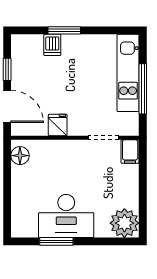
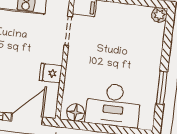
desk: (66, 216) -> (113, 105), moved, turned 90
plant: (124, 223) -> (159, 15), width x0.53, depth x0.53

